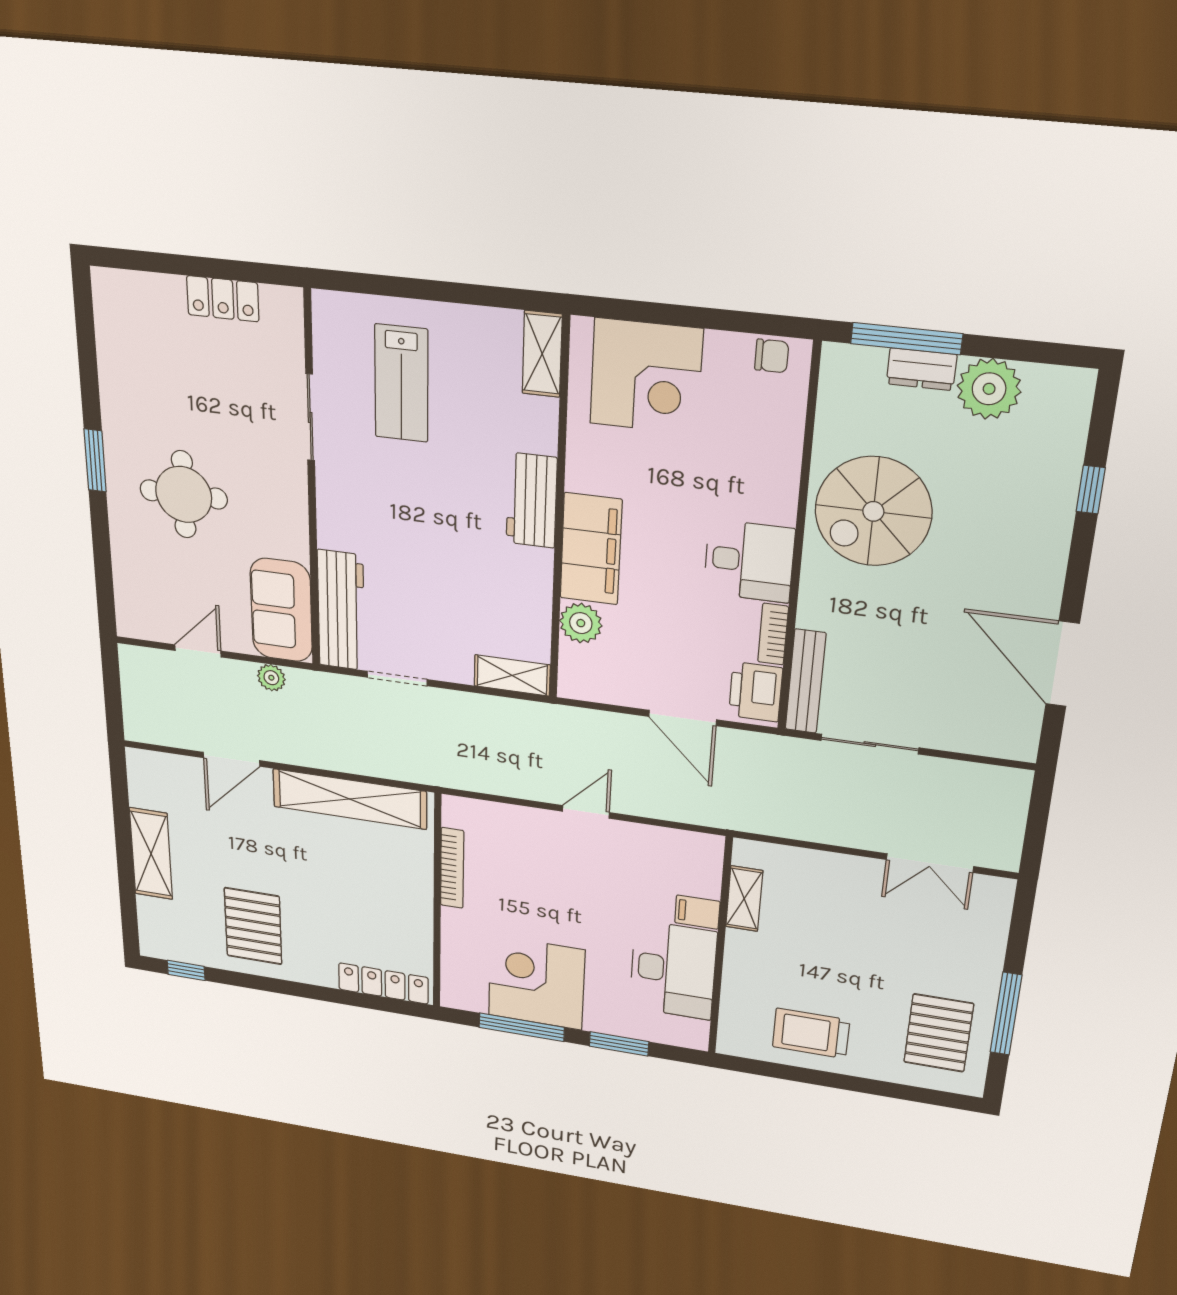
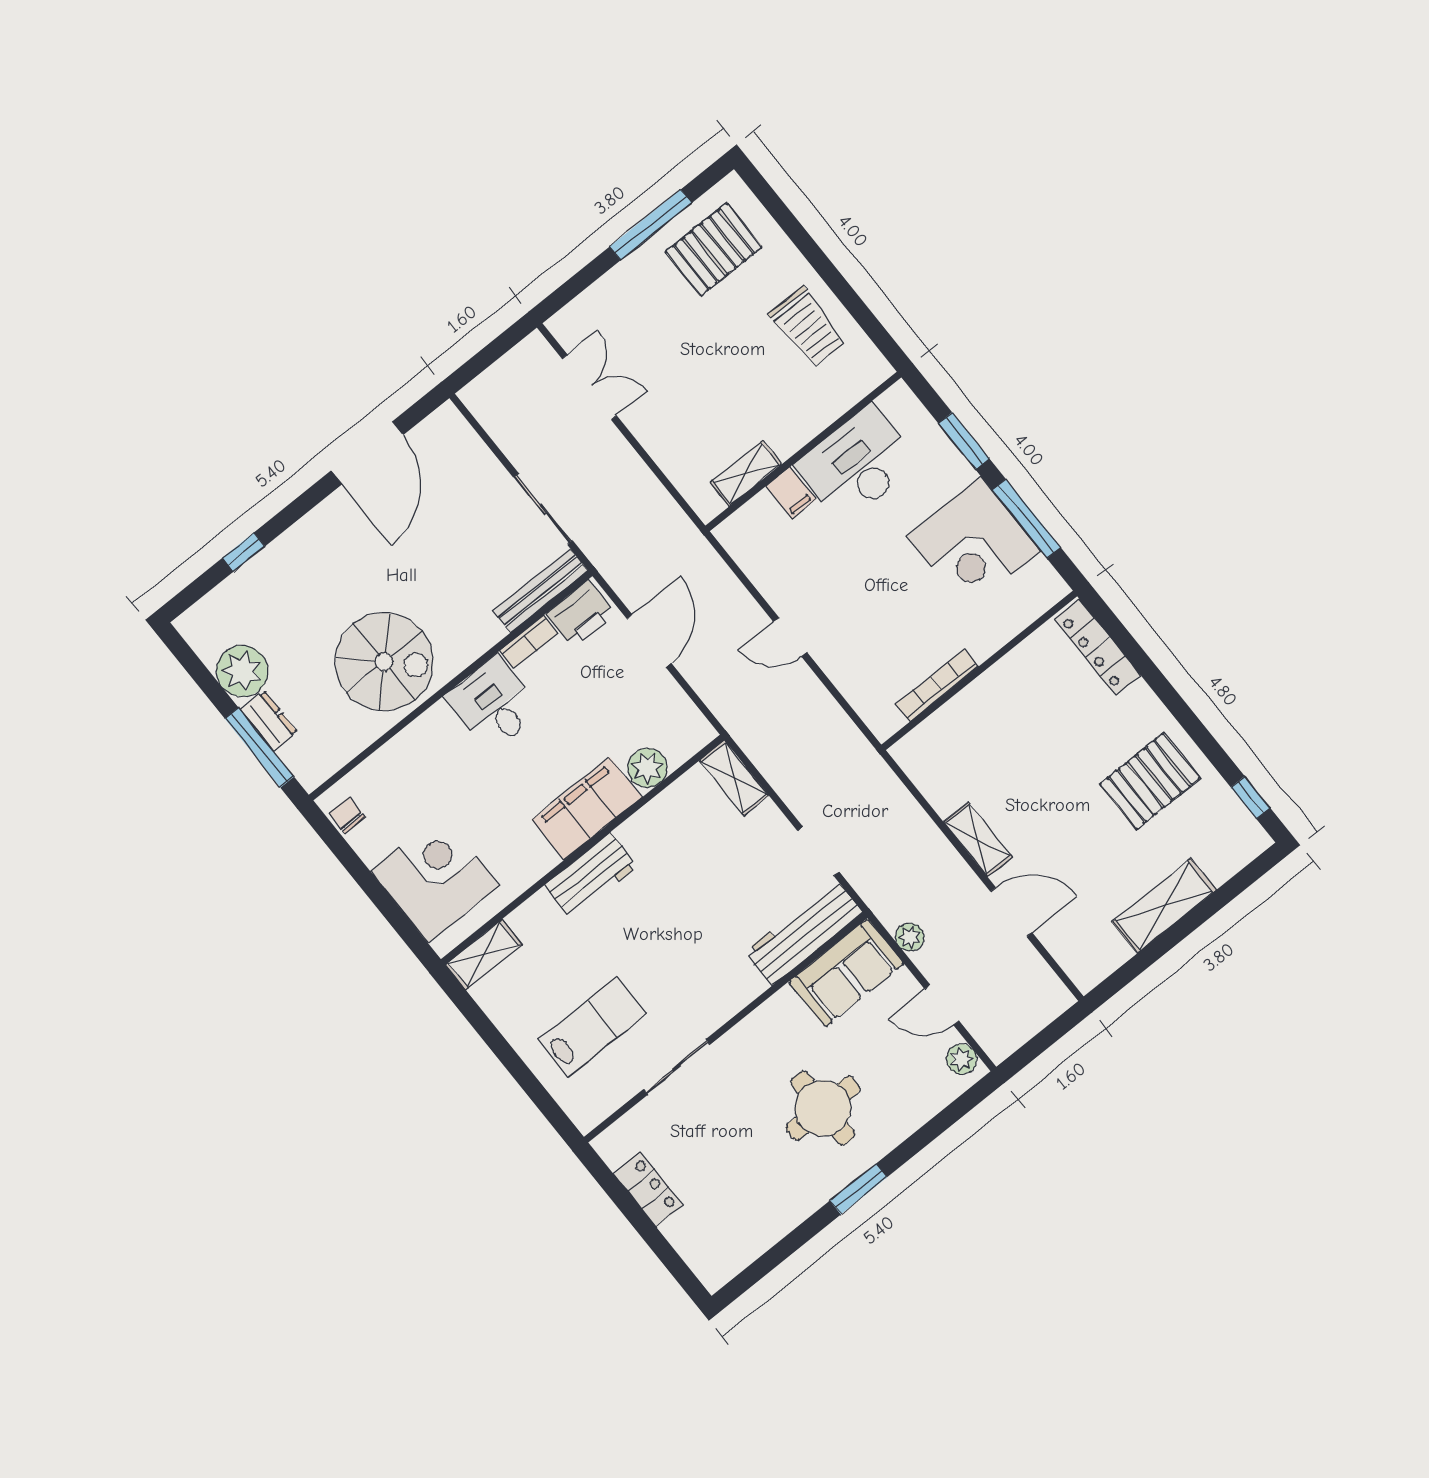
plant: (143, 626) -> (962, 1059), added
shelving: (350, 799) -> (978, 839), width x0.45, depth x0.75

